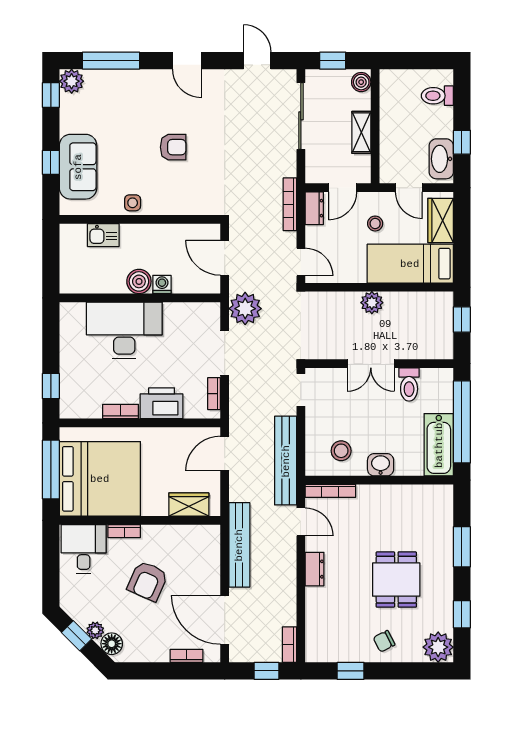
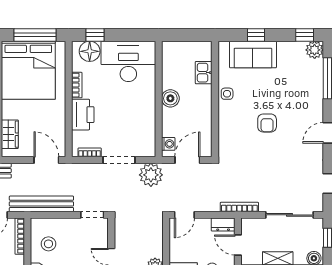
bookcase: (290, 204) -> (239, 207), moved
washing machine: (162, 284) -> (168, 144), moved
desk: (124, 330) -> (128, 61), moved, turned -90
floor lamp: (74, 394) -> (90, 51), added

